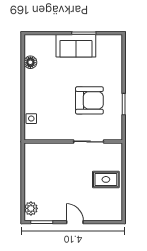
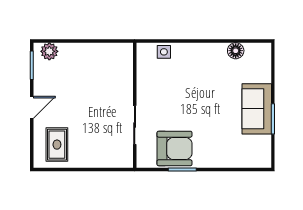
armchair: (89, 100) -> (174, 148), moved, turned -90
rug: (106, 179) -> (57, 145), moved

